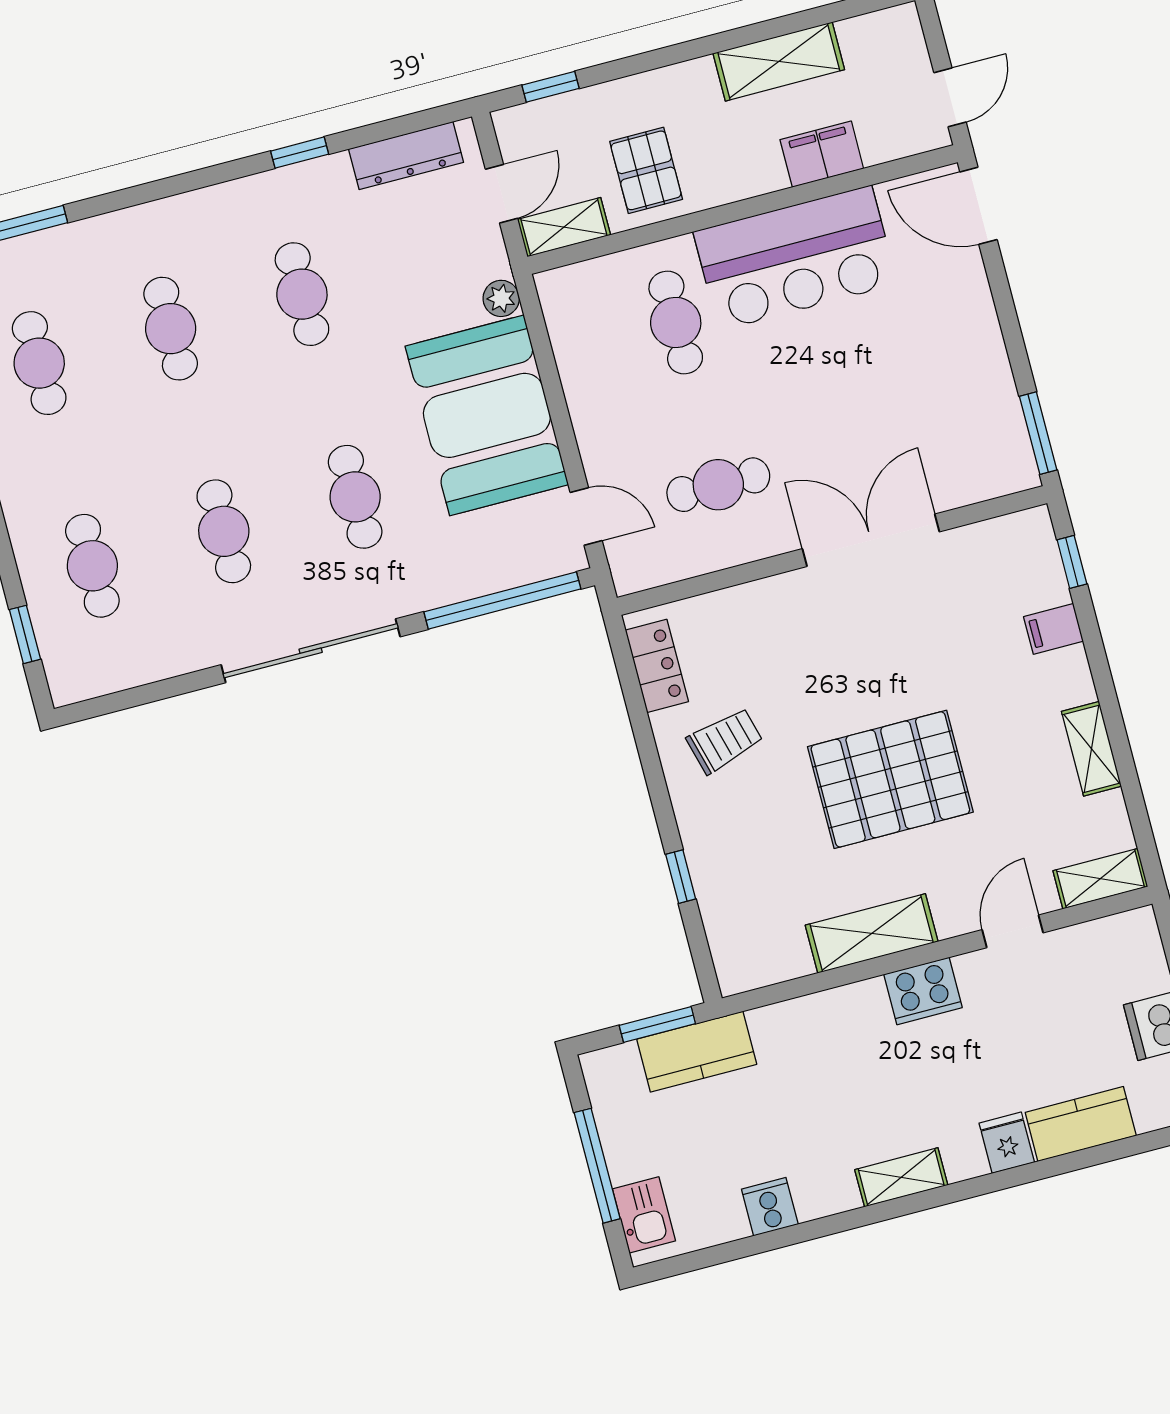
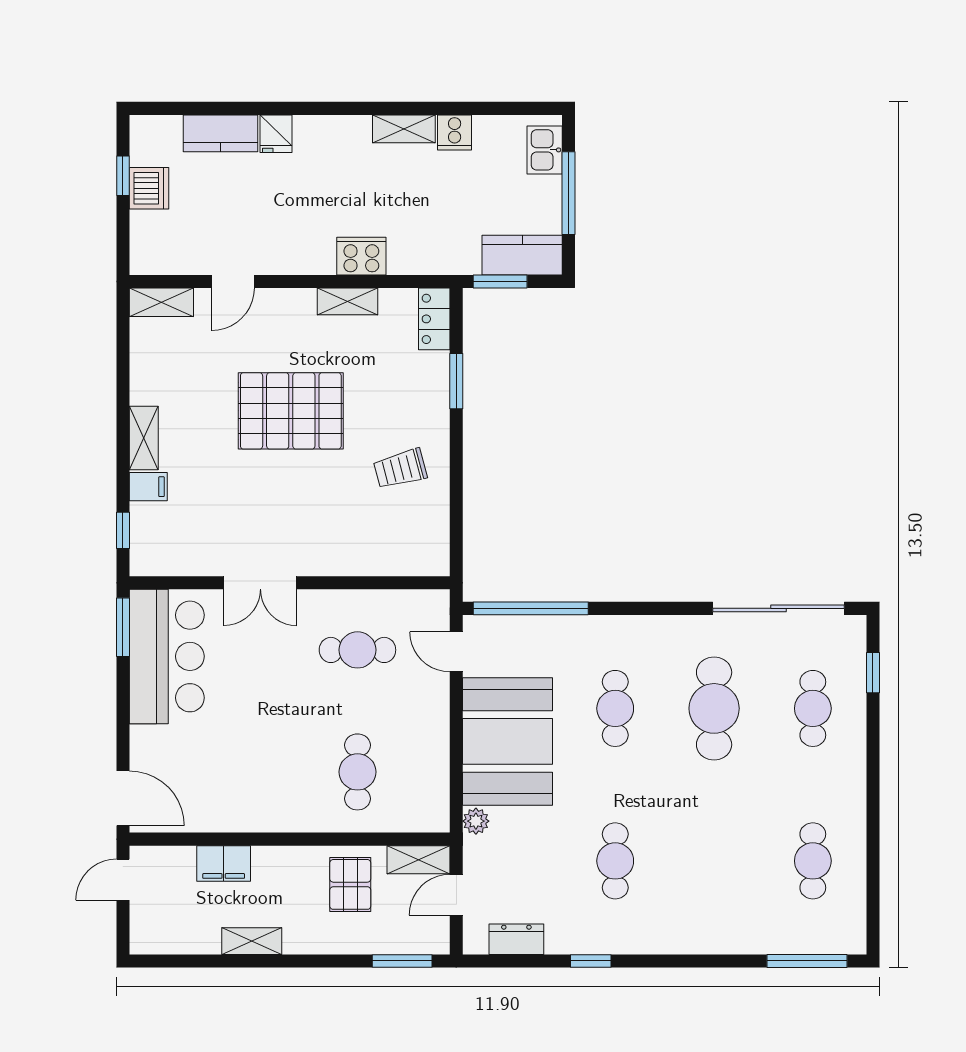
shelving: (779, 61) -> (252, 941), width x0.67, depth x0.75
window: (550, 87) -> (402, 961), width x1.50
dresser: (406, 156) -> (516, 939), width x0.70
bar counter: (795, 258) -> (167, 656), moved, turned 90
cafe table: (171, 329) -> (714, 861), removed
cafe table: (224, 531) -> (714, 708), width x1.37, depth x1.35
double door: (871, 540) -> (260, 583), width x0.73
sliding door: (311, 651) -> (778, 608), moved
locker: (657, 666) -> (434, 319), moved
shelving: (1091, 749) -> (144, 438), moved
window: (681, 877) -> (456, 381), width x1.50
shelving: (872, 933) -> (348, 301), width x0.67, depth x0.75
cooker: (923, 991) -> (361, 256), moved
kitchen counter: (697, 1052) -> (522, 255), moved
shelving: (901, 1177) -> (404, 129), moved

